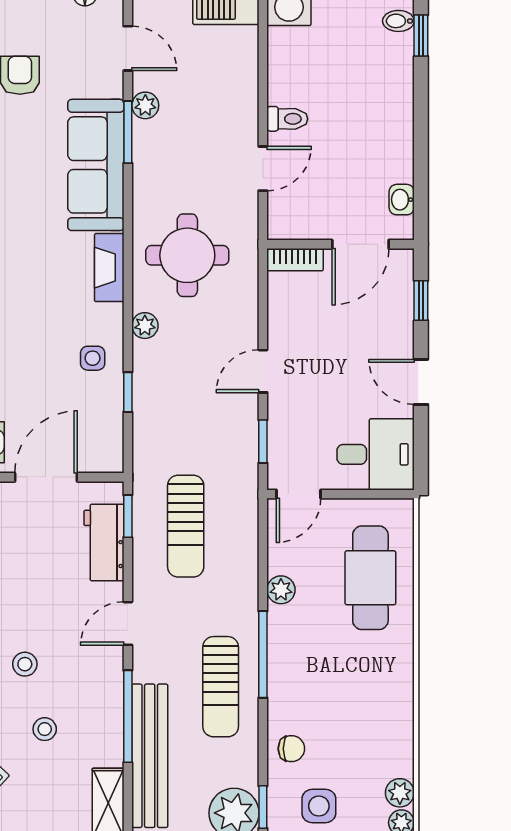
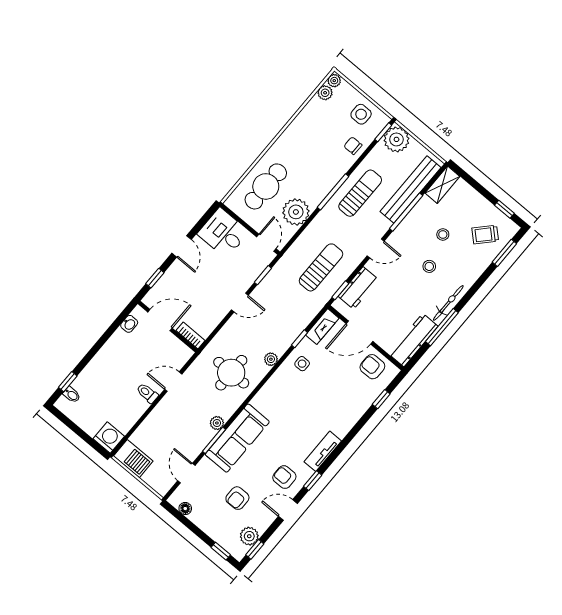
plant: (145, 105) -> (217, 423), moved
fireplace: (109, 268) -> (322, 327), moved
door: (299, 494) -> (266, 243), hinge flipped
plant: (281, 590) -> (296, 212), width x1.88, depth x1.88

